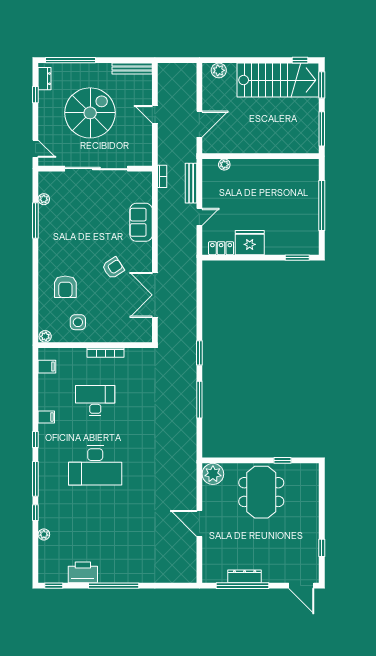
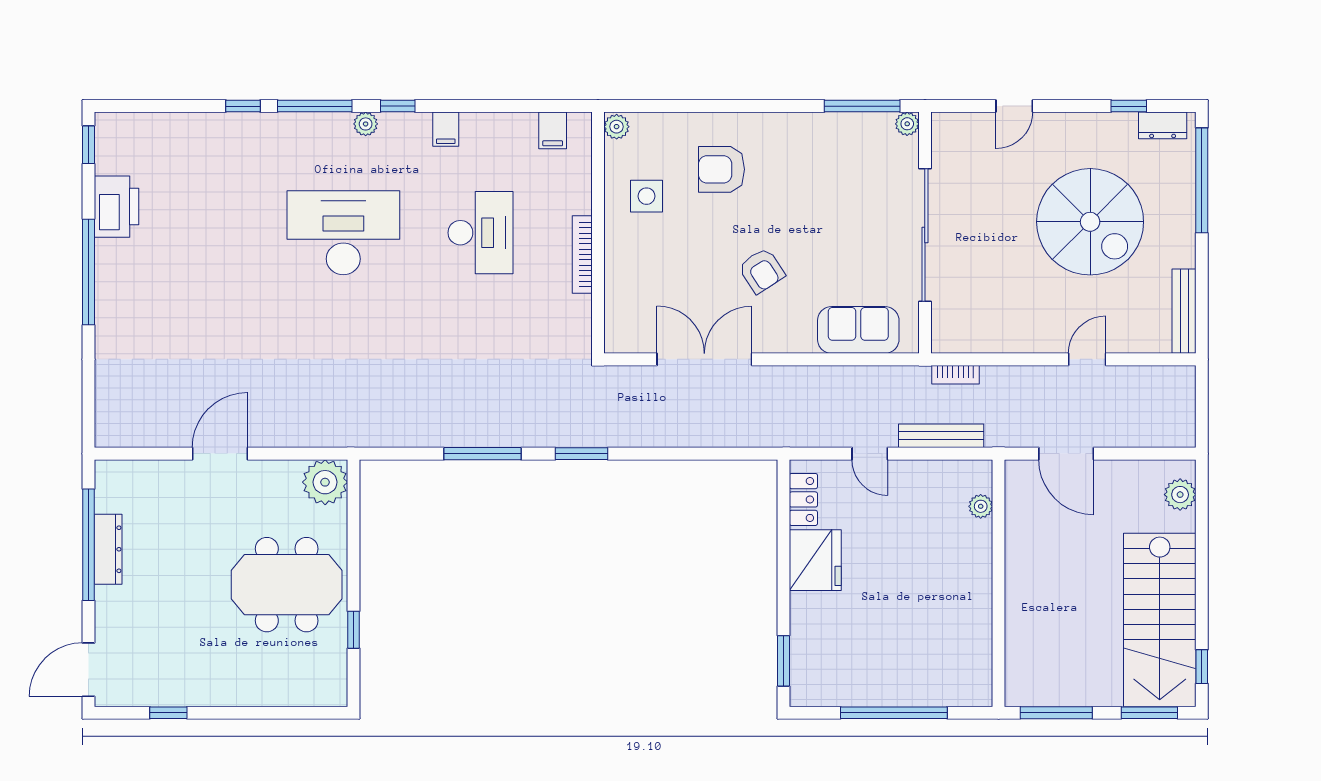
wall: (95, 169) -> (925, 233), moved
sliding door: (96, 169) -> (925, 235), moved
desk: (95, 465) -> (343, 233), turned 90
plant: (44, 534) -> (366, 124), moved

